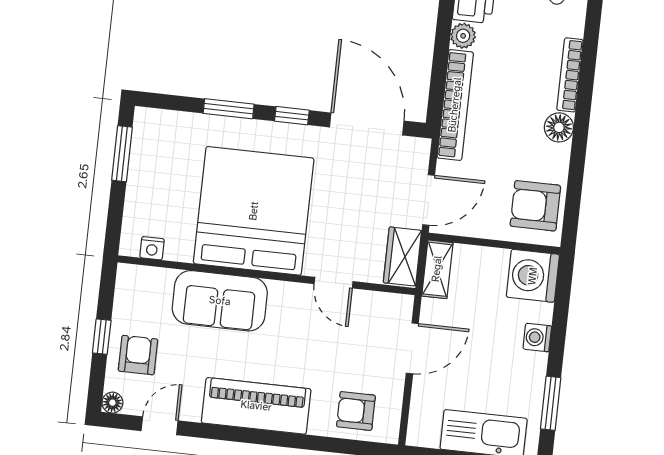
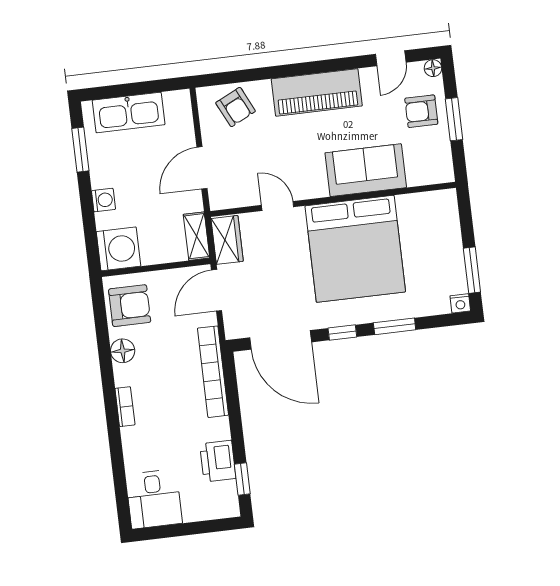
plant: (463, 36) -> (220, 429), removed
bookcase: (570, 75) -> (125, 407), width x0.64
floor lamp: (559, 127) -> (123, 351), moved
nightstand: (152, 248) -> (460, 303), moved, turned 180
window: (102, 337) -> (454, 119), width x1.50
armchair: (138, 355) -> (421, 111), turned 90
armchair: (356, 411) -> (236, 107), turned 64

